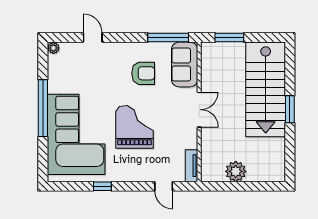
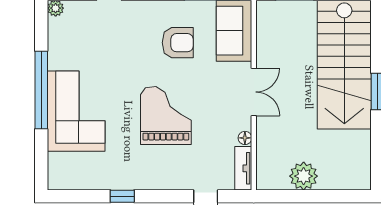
corner sofa: (76, 134) -> (76, 111), width x0.73, depth x0.74
floor lamp: (193, 143) -> (245, 138), added

